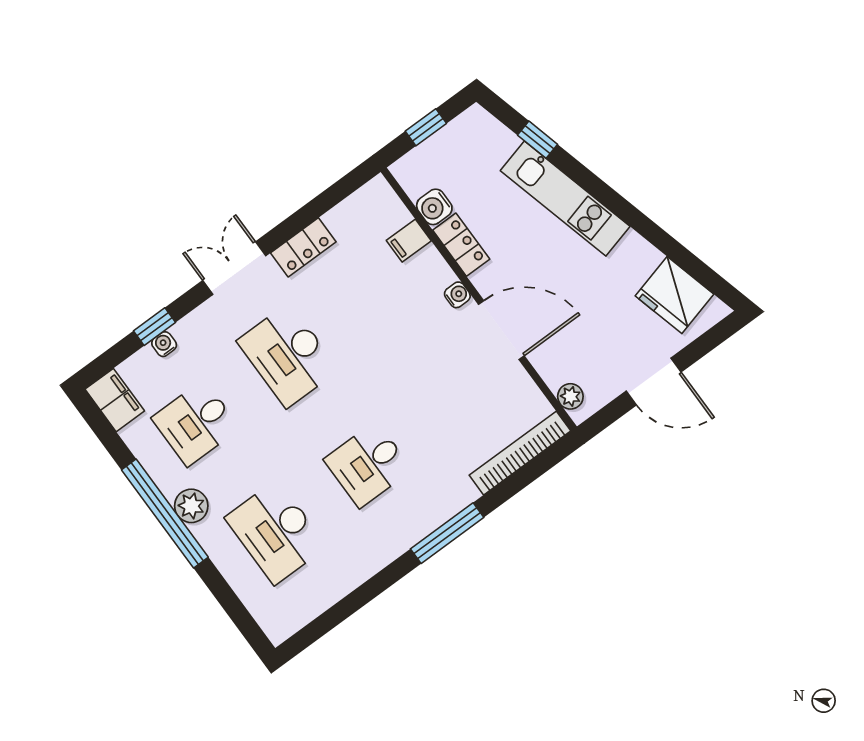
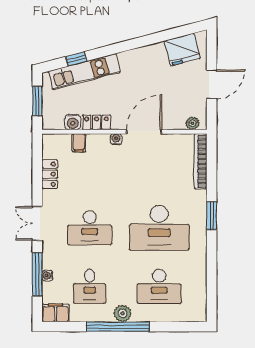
window: (426, 127) -> (37, 101), width x1.50
kitchen unit: (565, 198) -> (84, 72), moved
locker: (303, 247) -> (50, 174), moved
window: (155, 327) -> (37, 274), width x2.17
desk: (368, 465) -> (159, 228), width x1.87, depth x1.30
window: (447, 533) -> (212, 216), width x0.69

